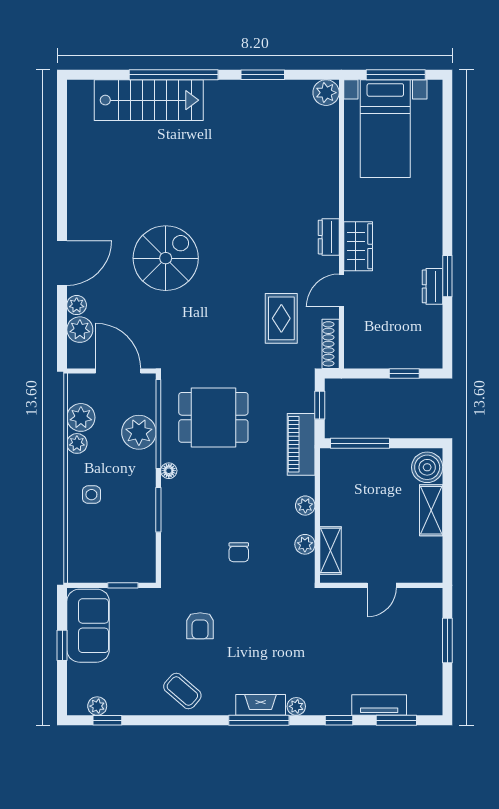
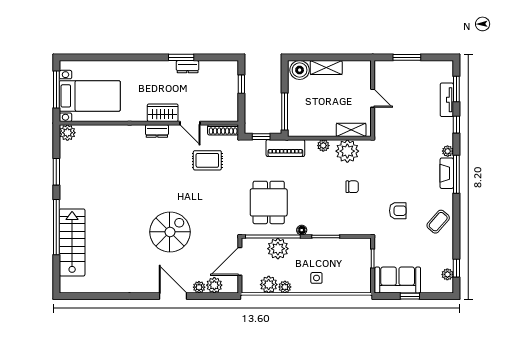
spiral stairs: (166, 258) -> (170, 232), turned 90
plant: (305, 544) -> (347, 151), width x1.87, depth x1.87

